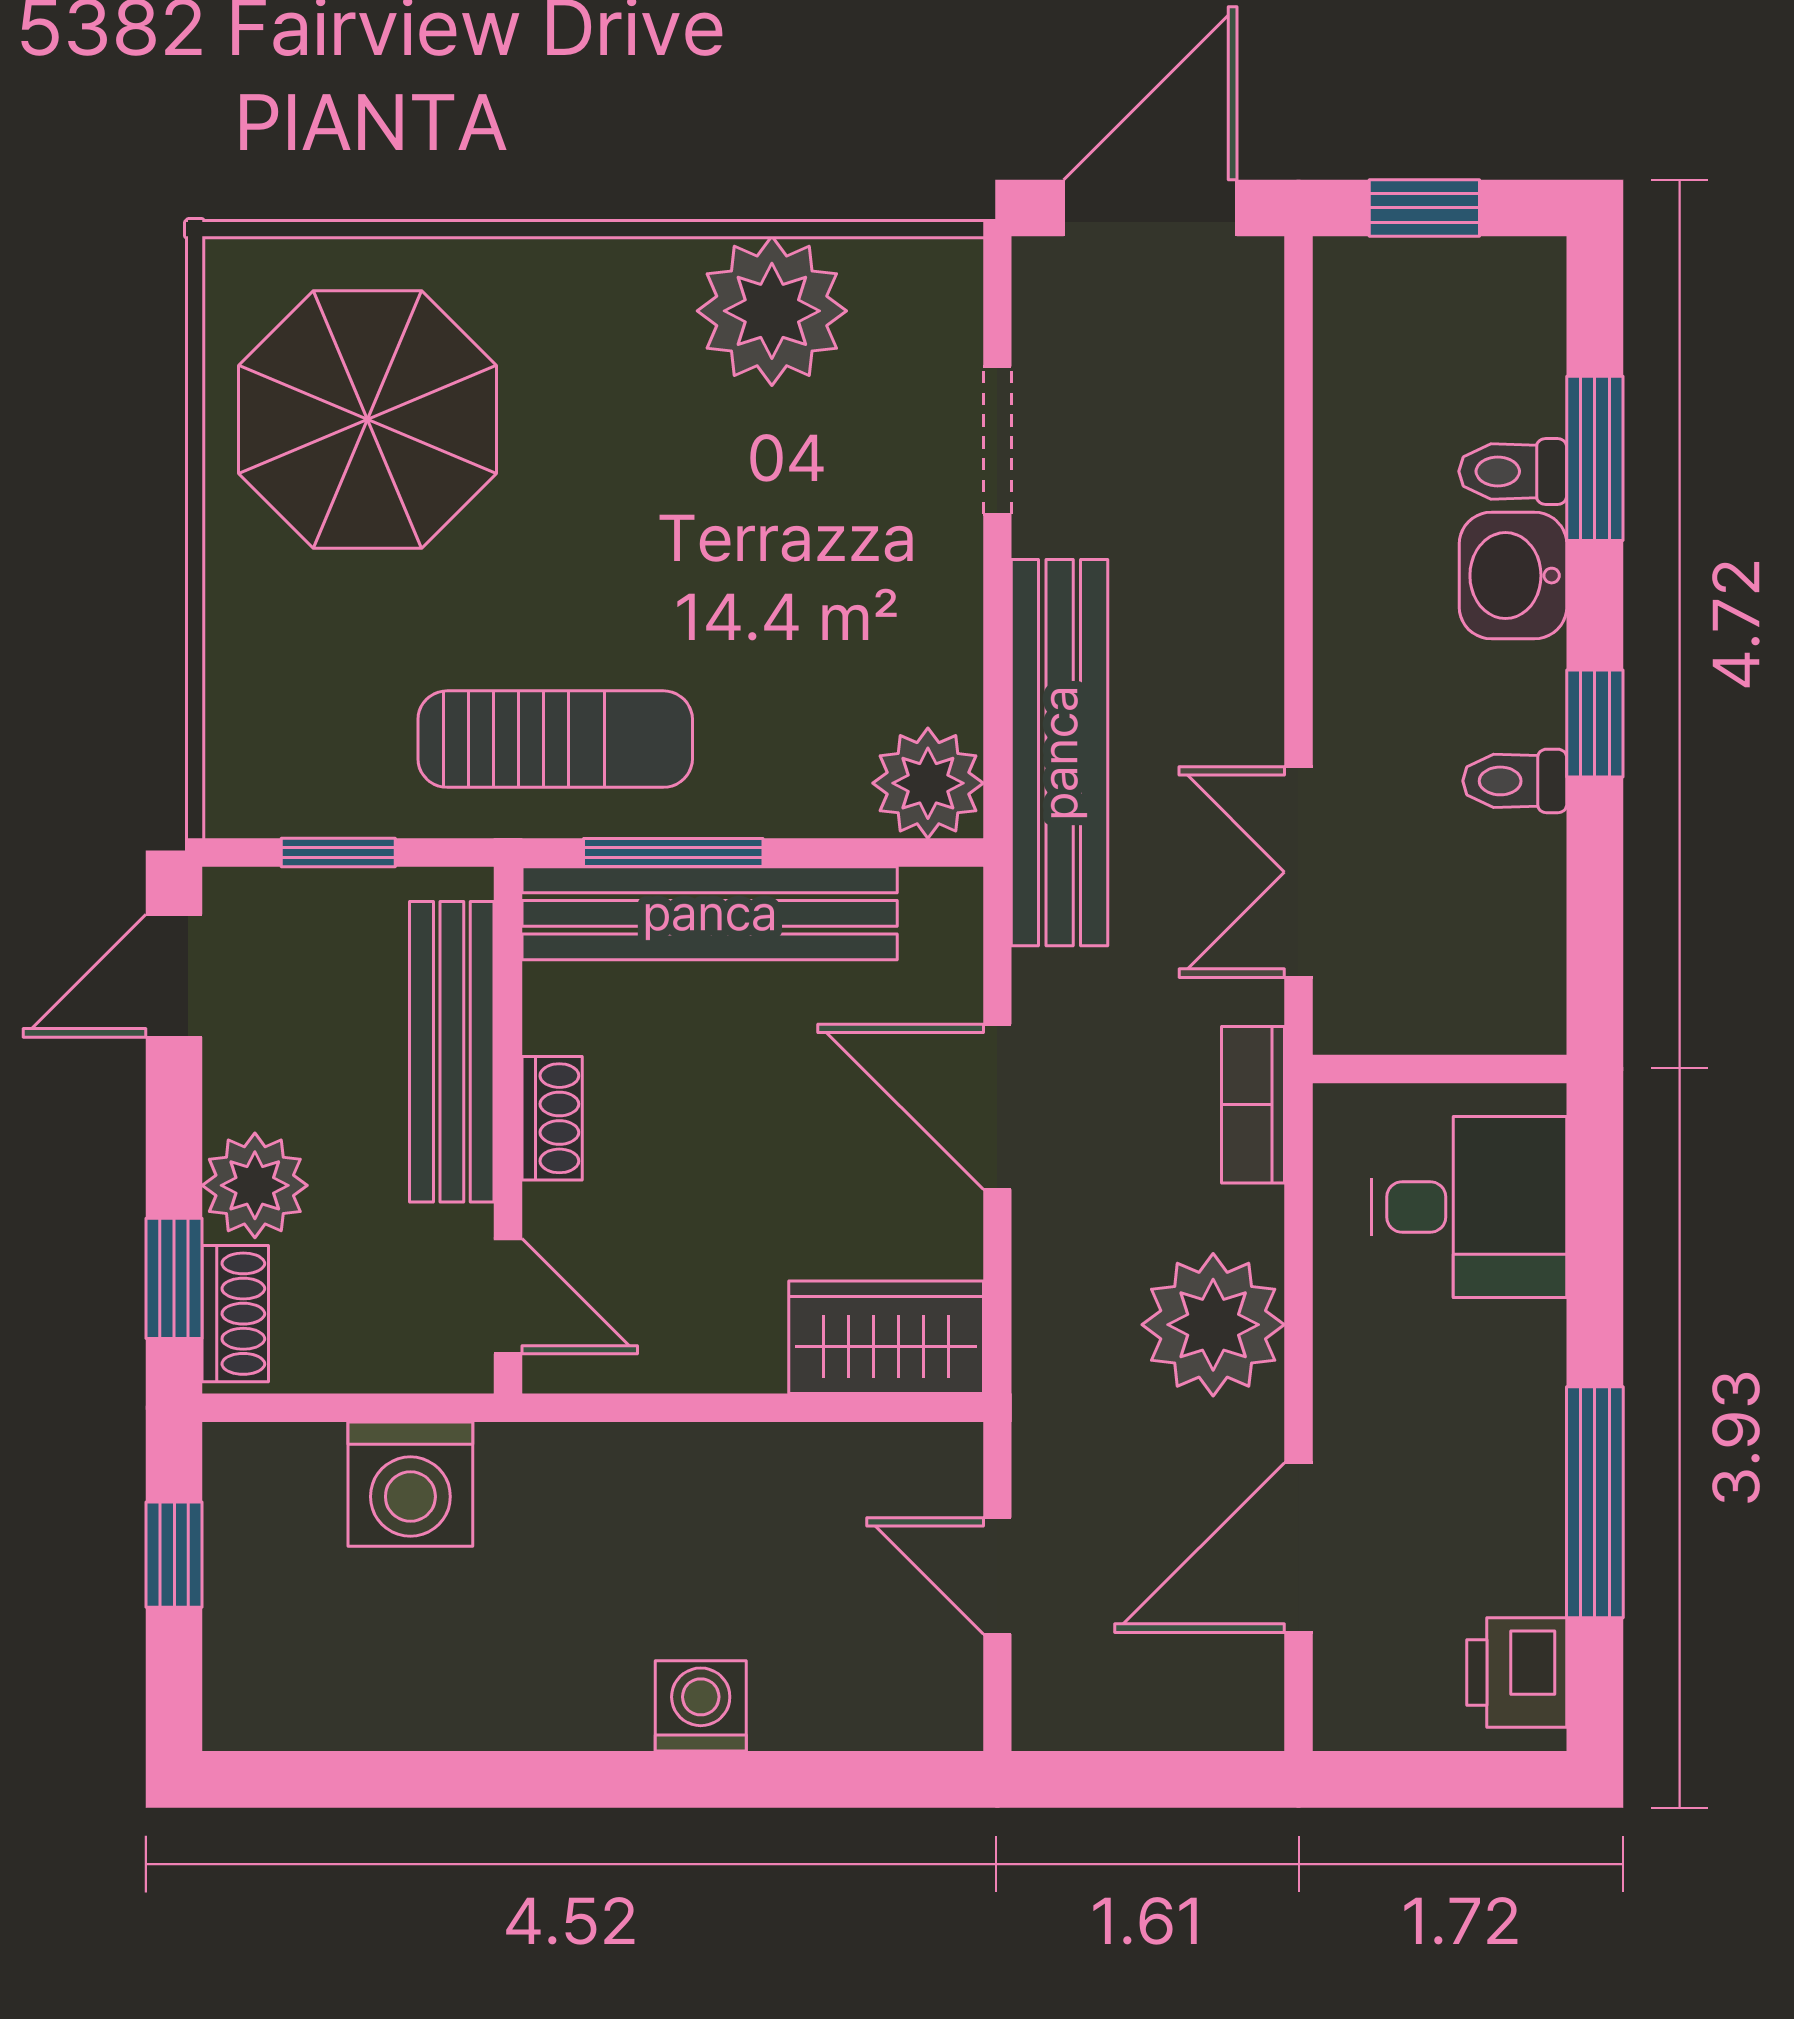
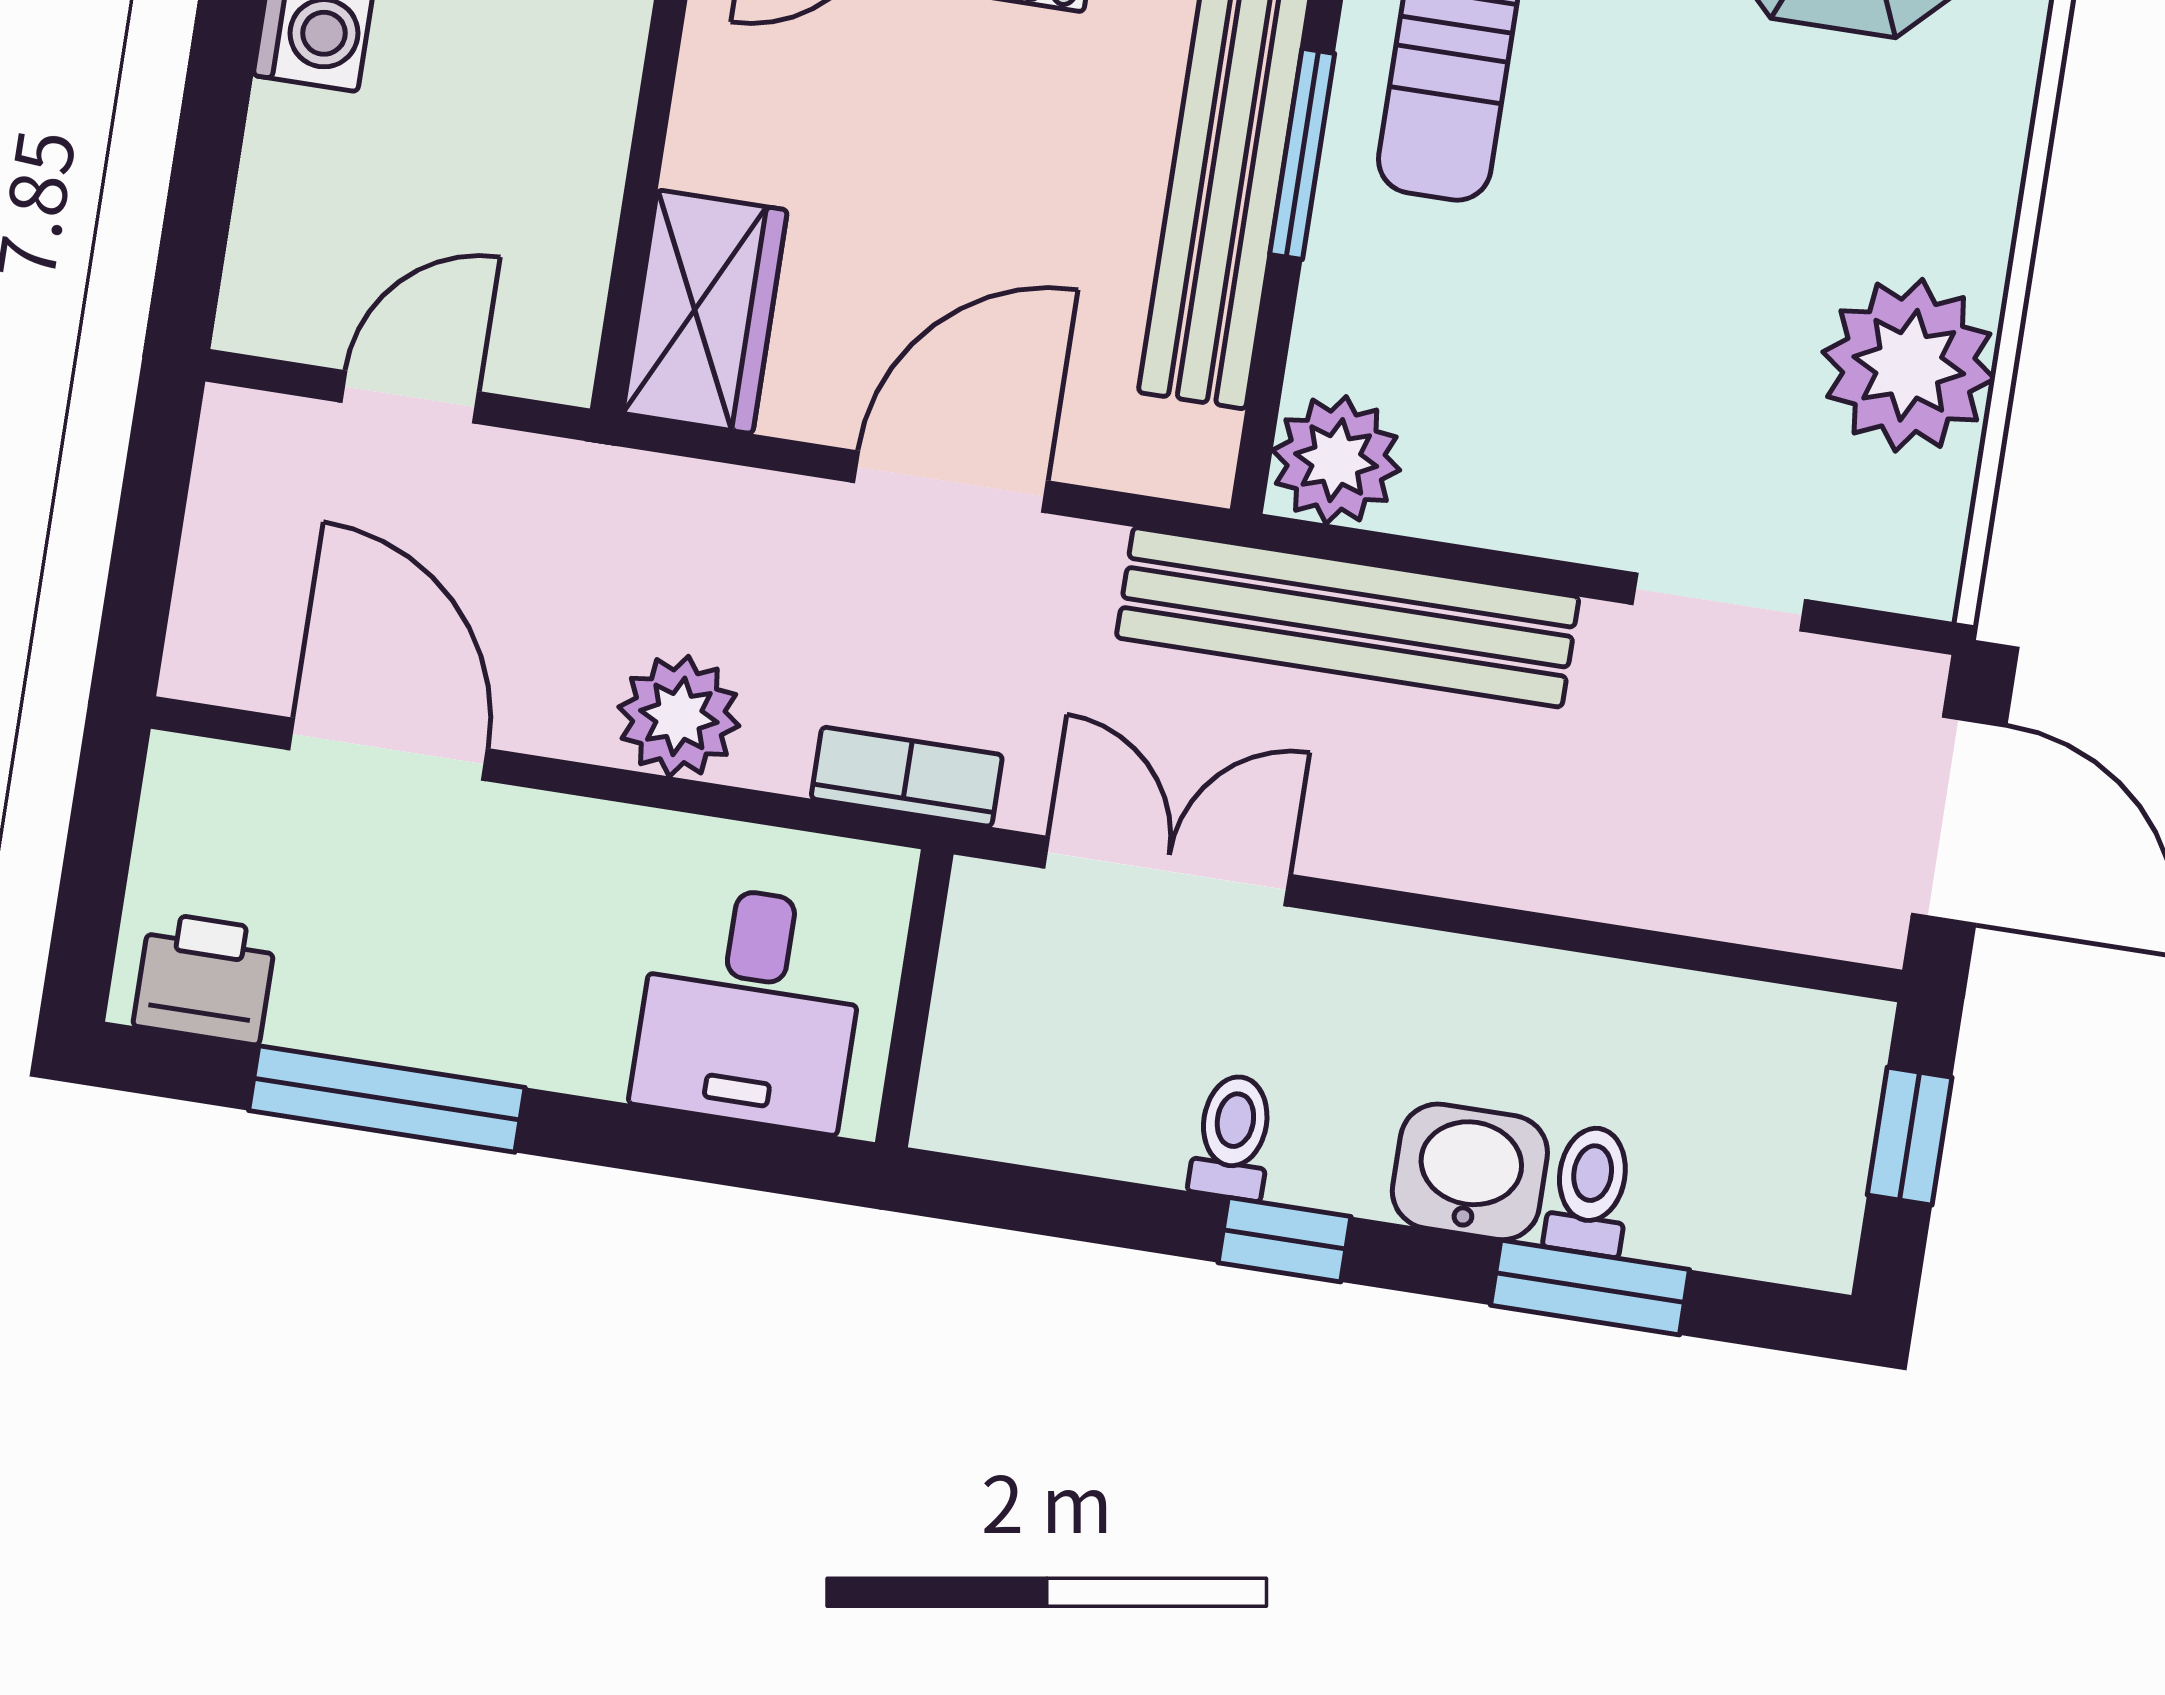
plant: (1213, 1325) -> (679, 716), width x0.73, depth x0.73

